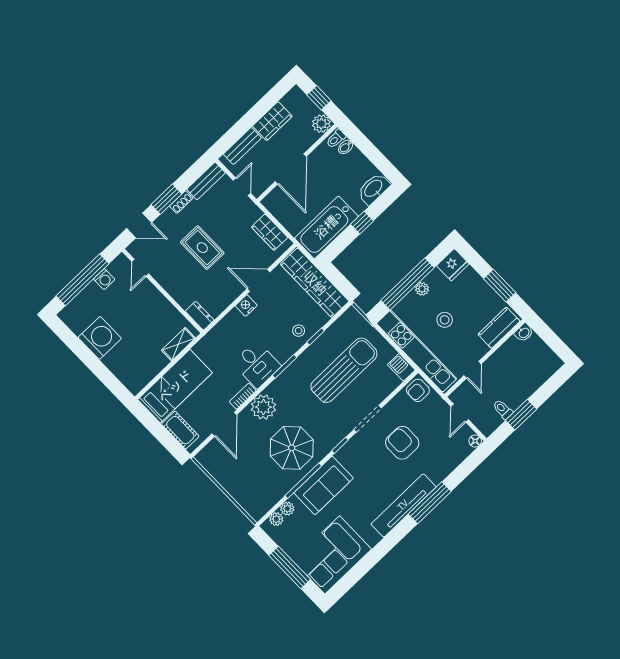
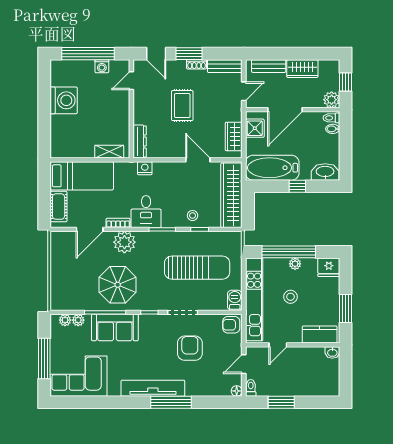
shower: (280, 209) -> (255, 128), added
nightstand: (246, 306) -> (145, 168), moved
dresser: (200, 316) -> (140, 141), width x1.44
toilet: (503, 409) -> (251, 388), moved

